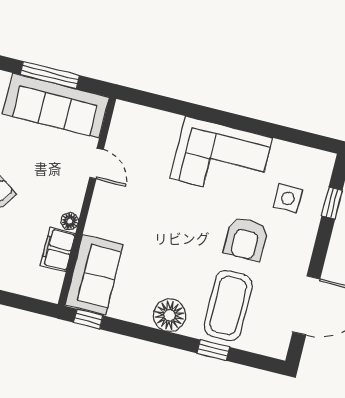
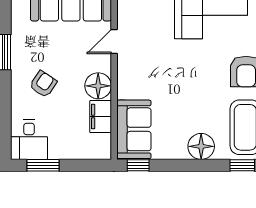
door: (97, 164) -> (114, 42), swing flipped
floor lamp: (70, 221) -> (98, 86), width x1.89, depth x1.89

